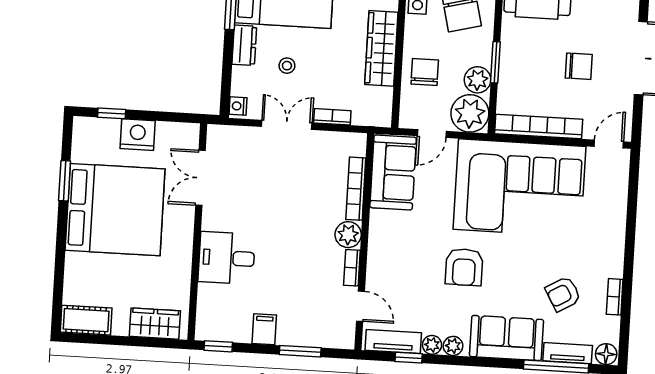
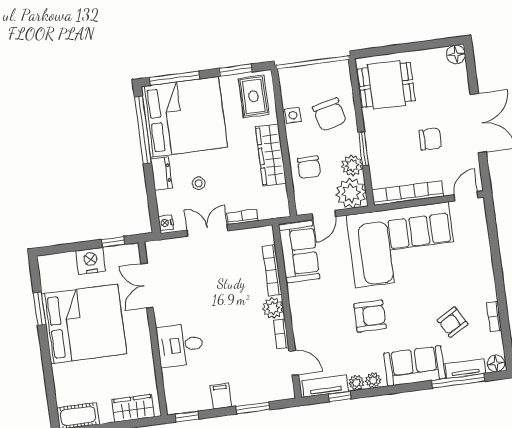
chair: (425, 72) -> (309, 167), turned 180
window: (112, 113) -> (113, 242), moved
armchair: (464, 267) -> (370, 316), turned -90

